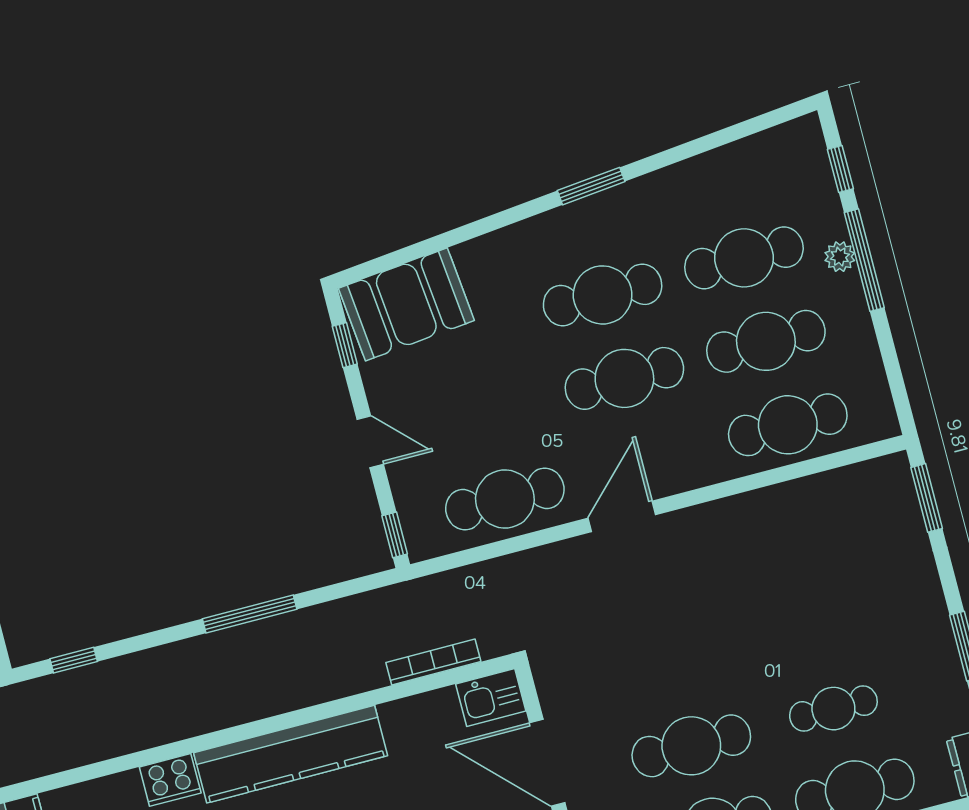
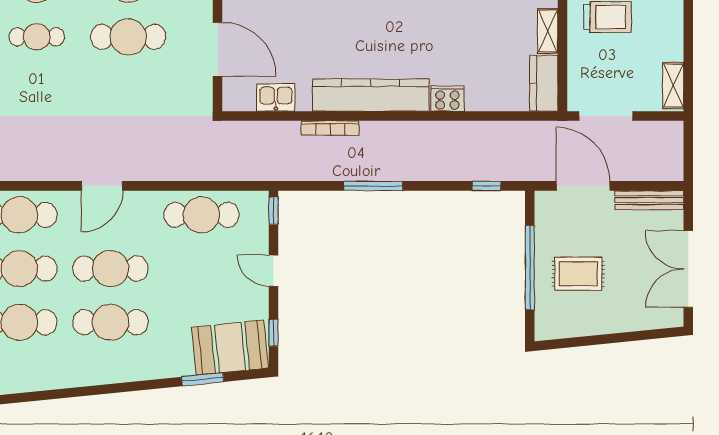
window: (591, 186) -> (203, 379), moved
door: (622, 516) -> (102, 186), moved
bookcase: (433, 662) -> (330, 128), moved
kitchen sink: (491, 698) -> (276, 98), moved

